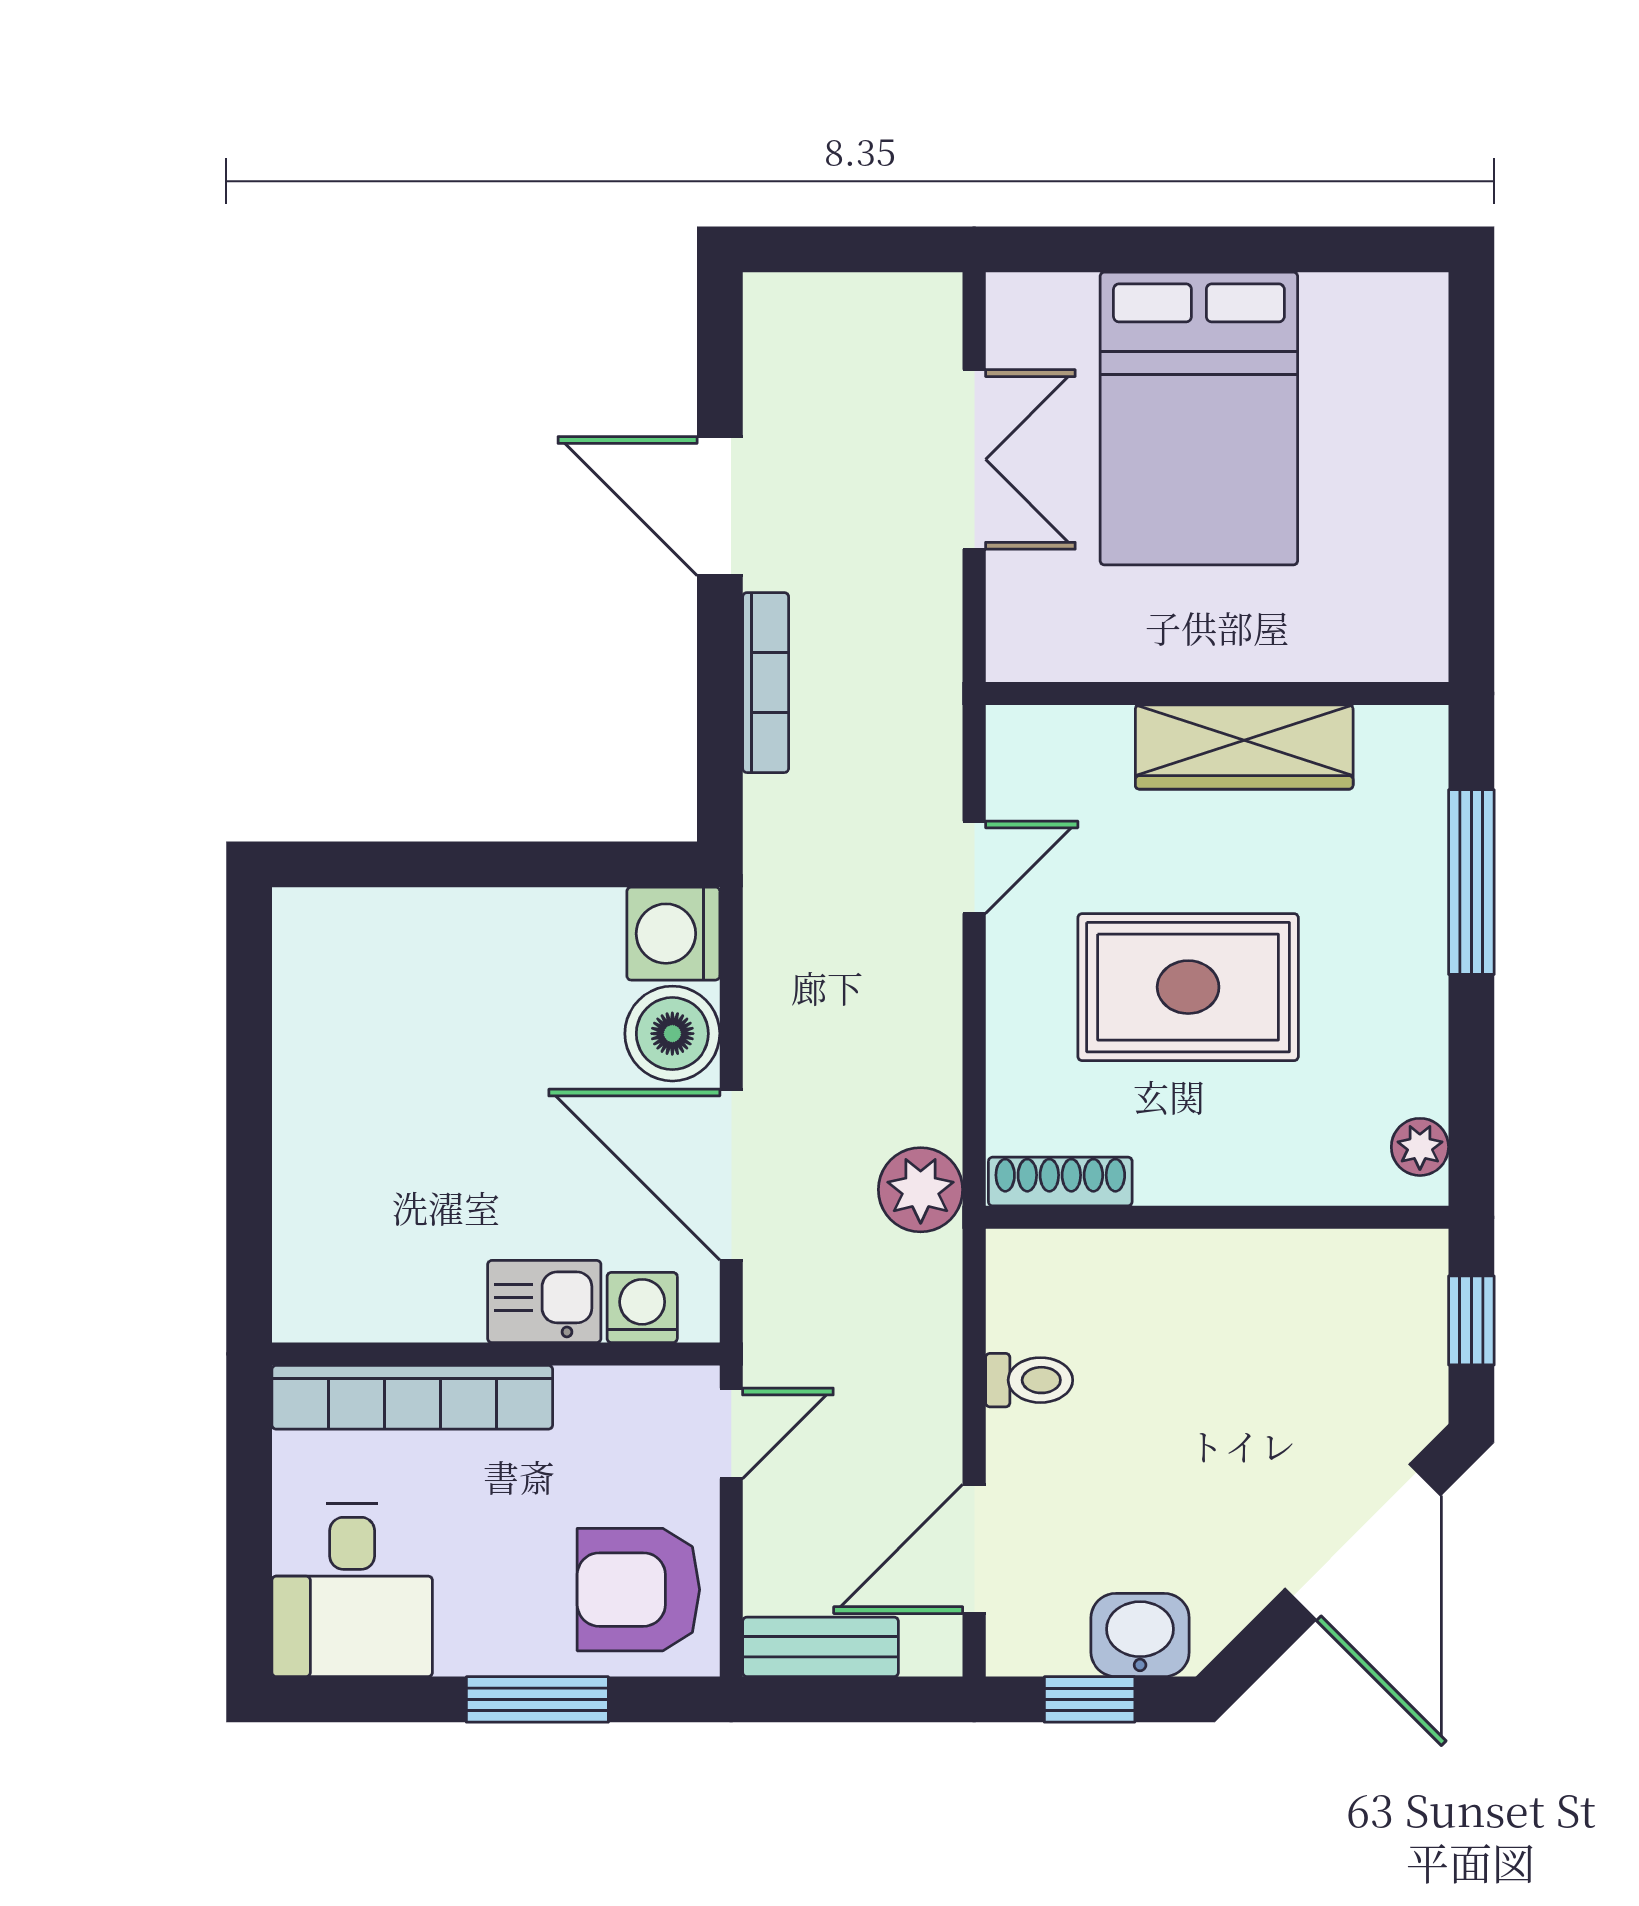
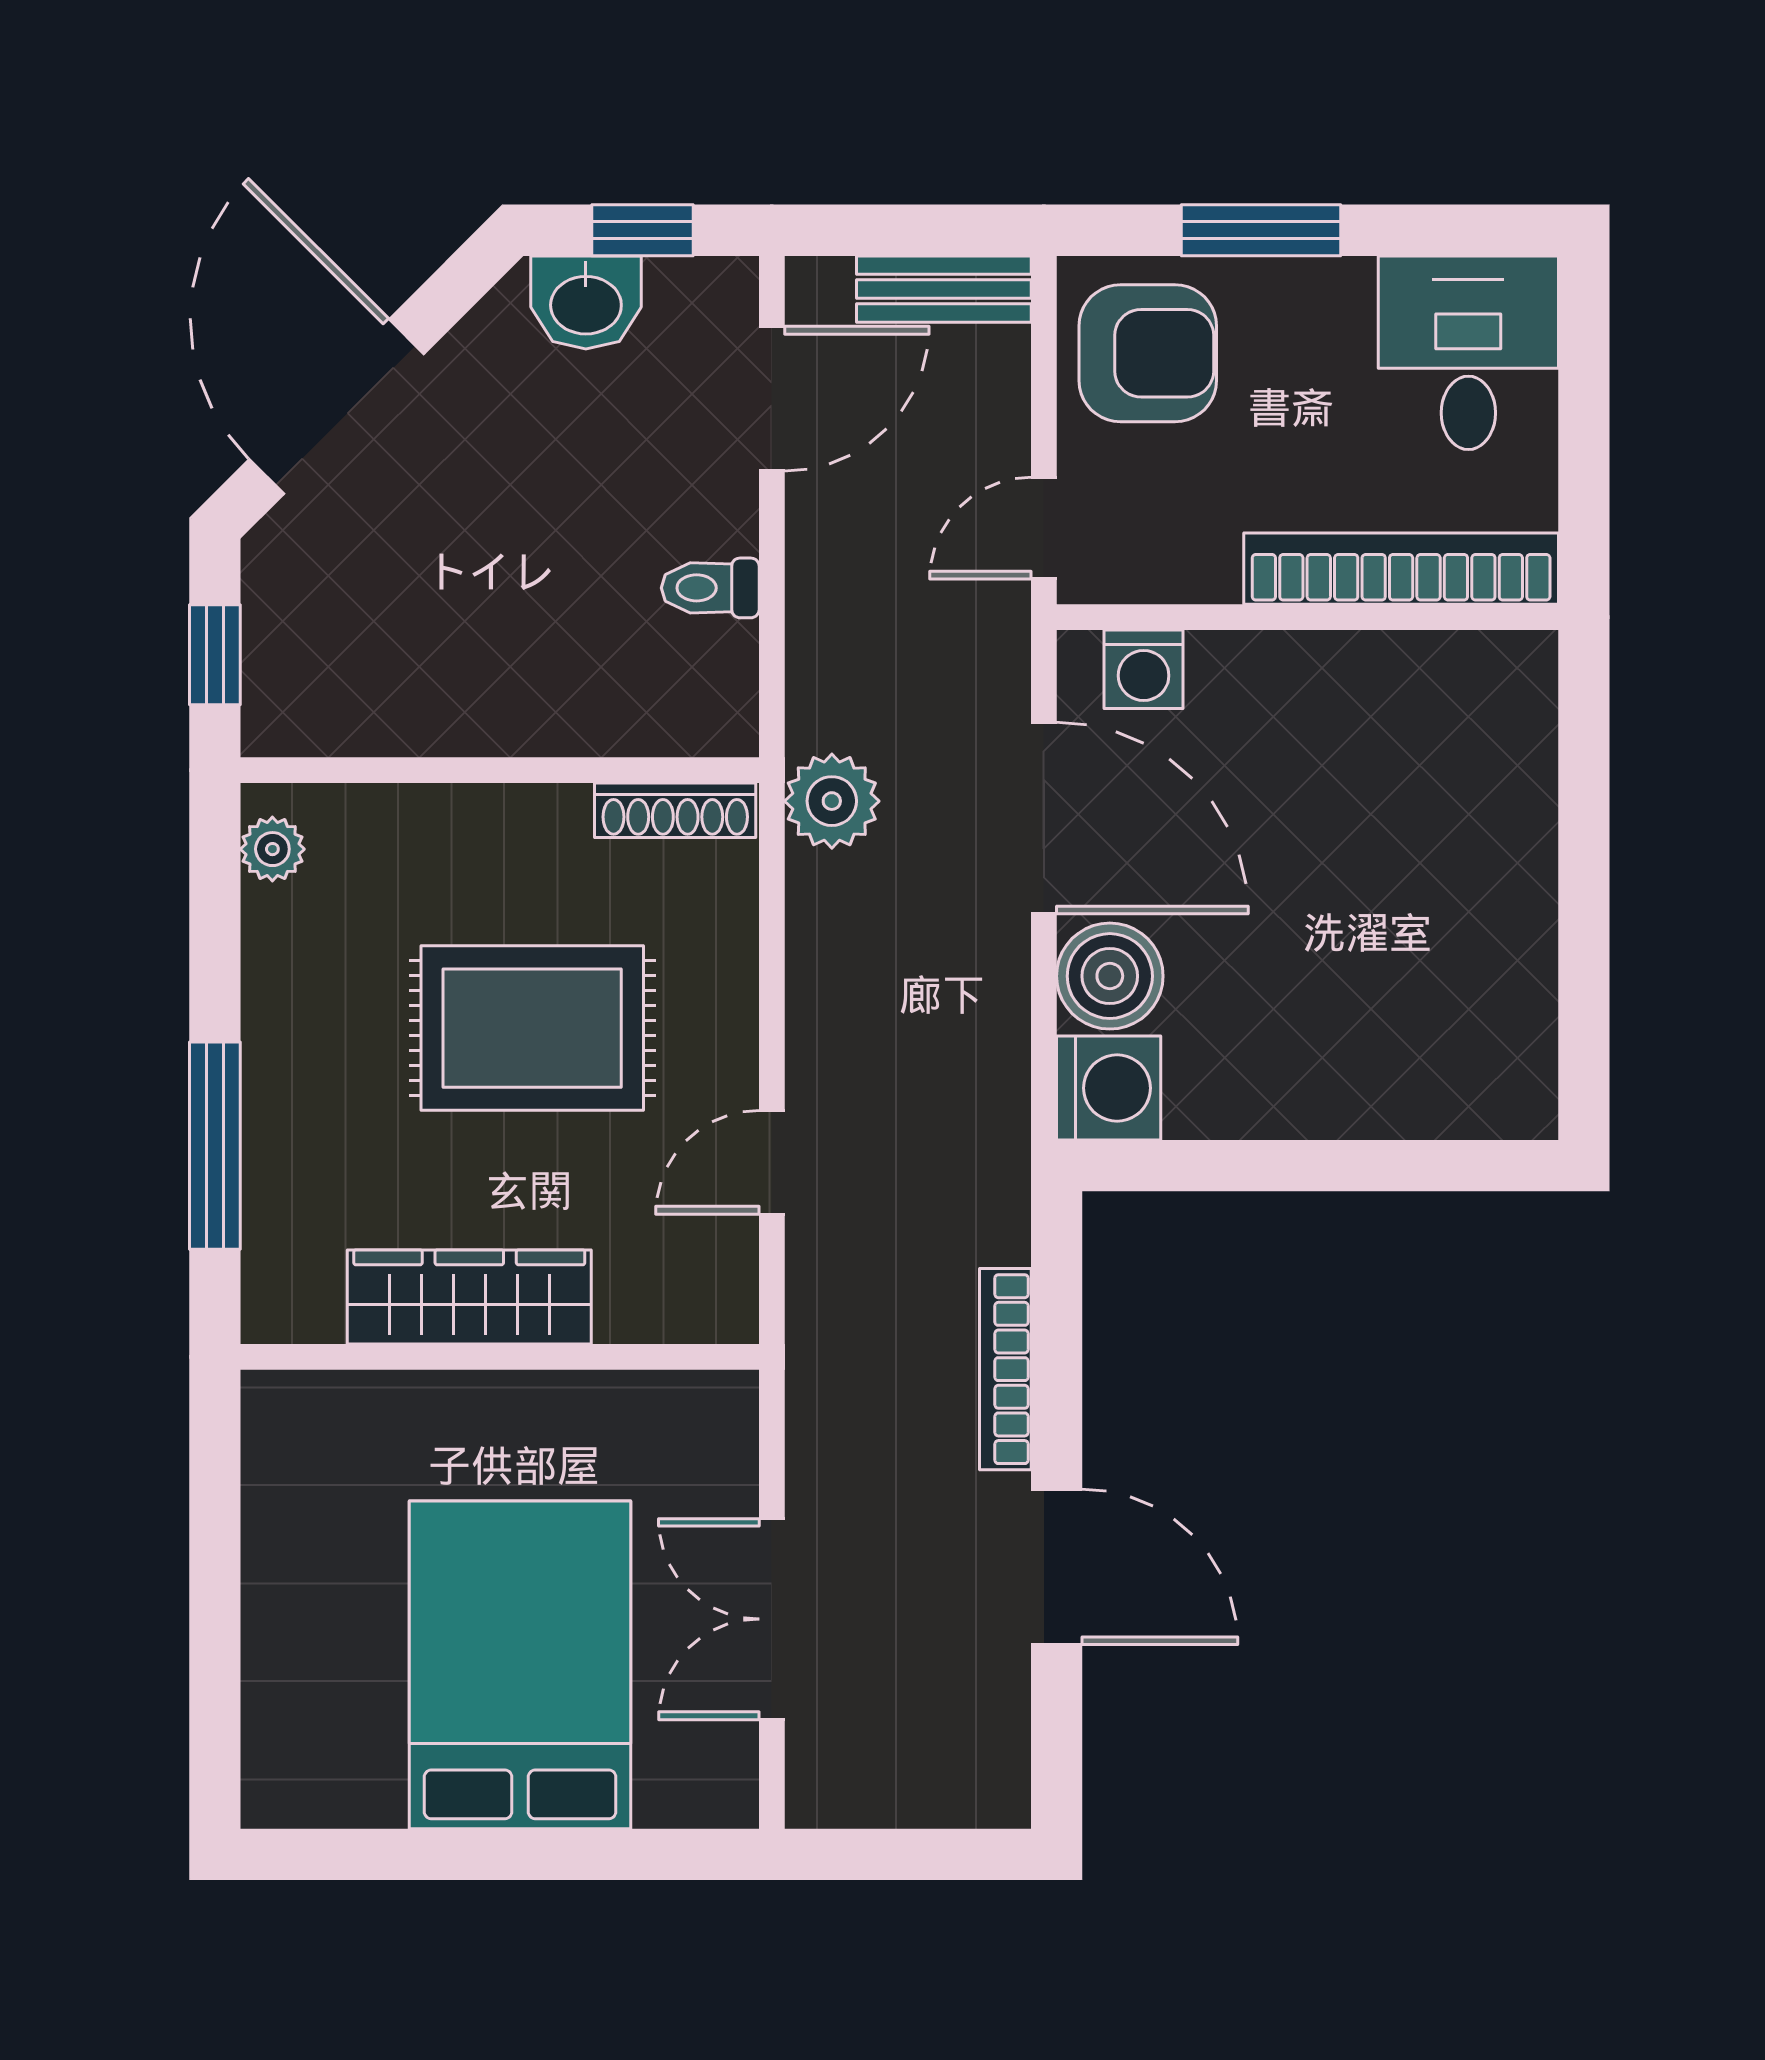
kitchen sink: (544, 1302) -> (1253, 676), removed

